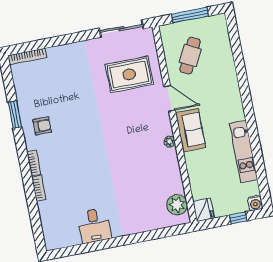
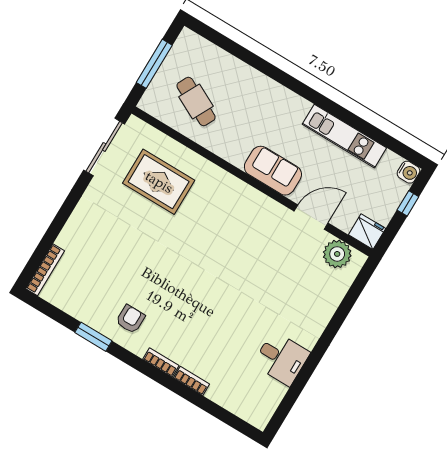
rug: (129, 74) -> (159, 182), turned 90
door: (169, 98) -> (311, 217), moved
plant: (169, 142) -> (265, 203), removed

